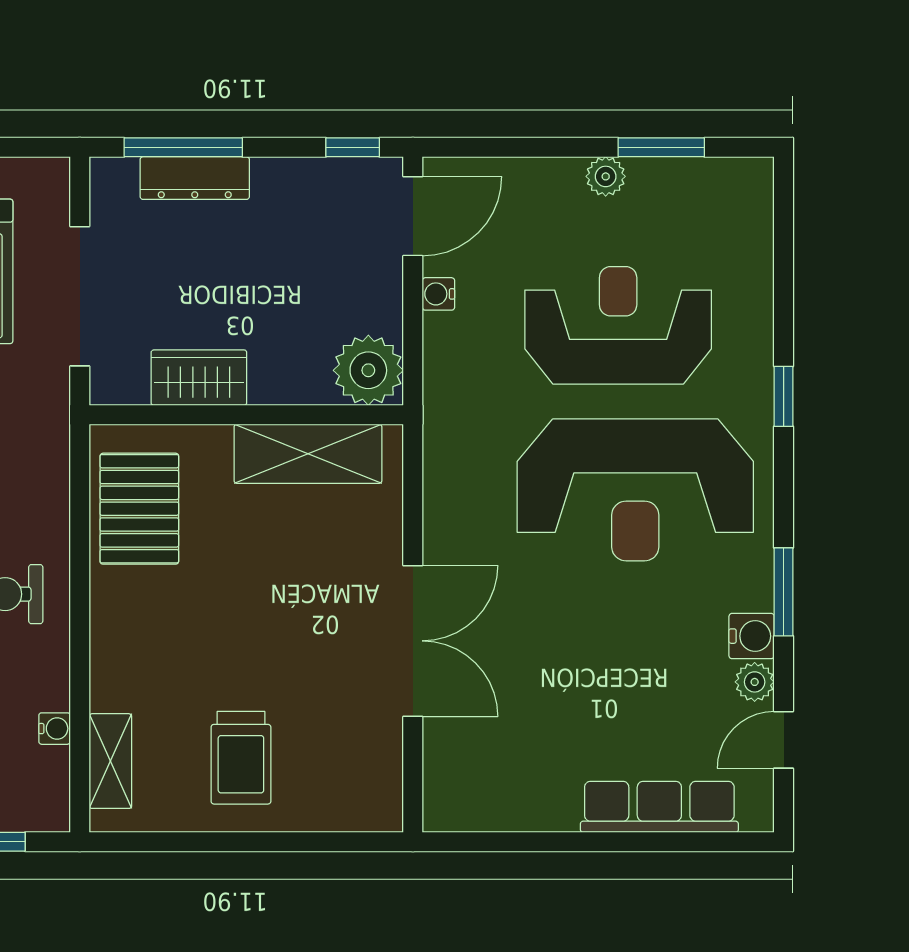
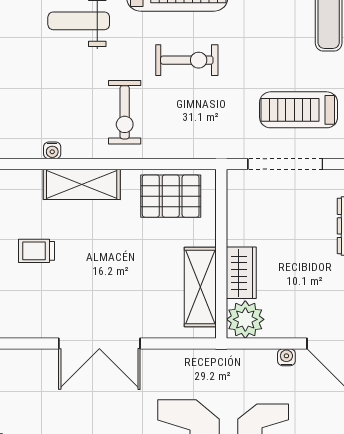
wardrobe: (199, 378) -> (241, 273), moved
trolley: (241, 758) -> (36, 251), width x0.73, depth x0.72
shelving: (110, 761) -> (82, 184), moved, width x1.50, depth x1.33

